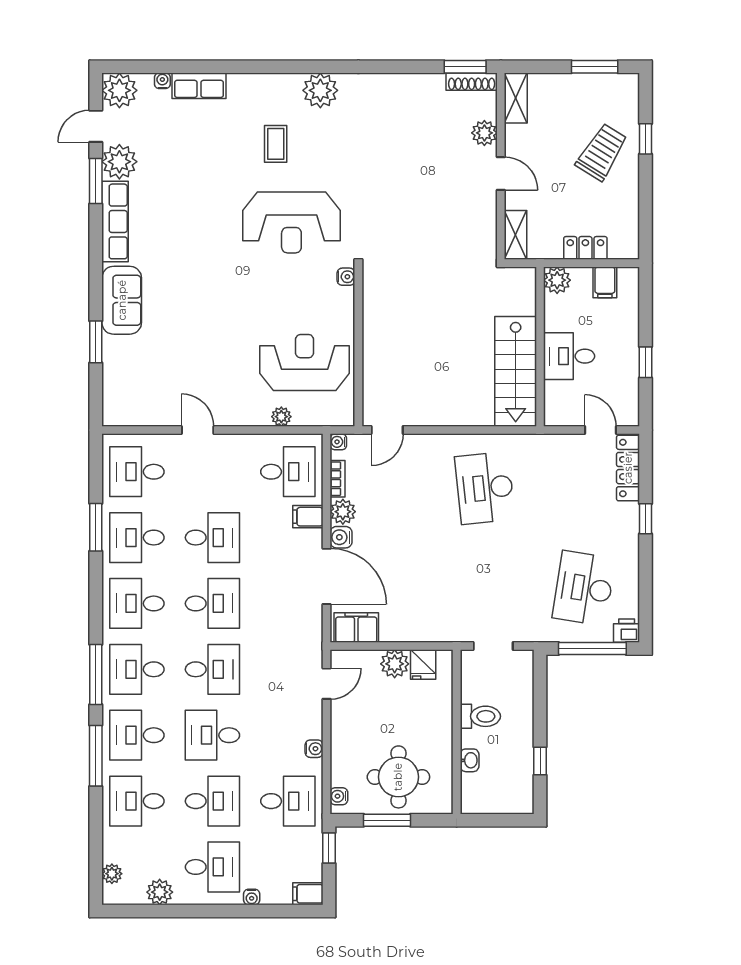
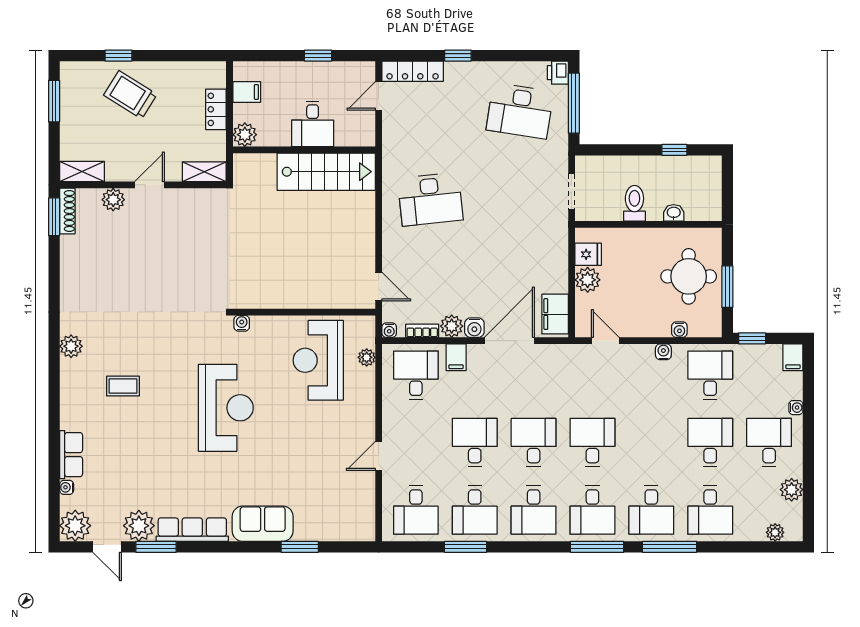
plant: (320, 90) -> (71, 346), width x0.73, depth x0.73
reception desk: (291, 222) -> (226, 408), moved
plant: (281, 417) -> (367, 357), moved
desk: (212, 735) -> (651, 443), removed
water cooler: (339, 796) -> (679, 330), moved

